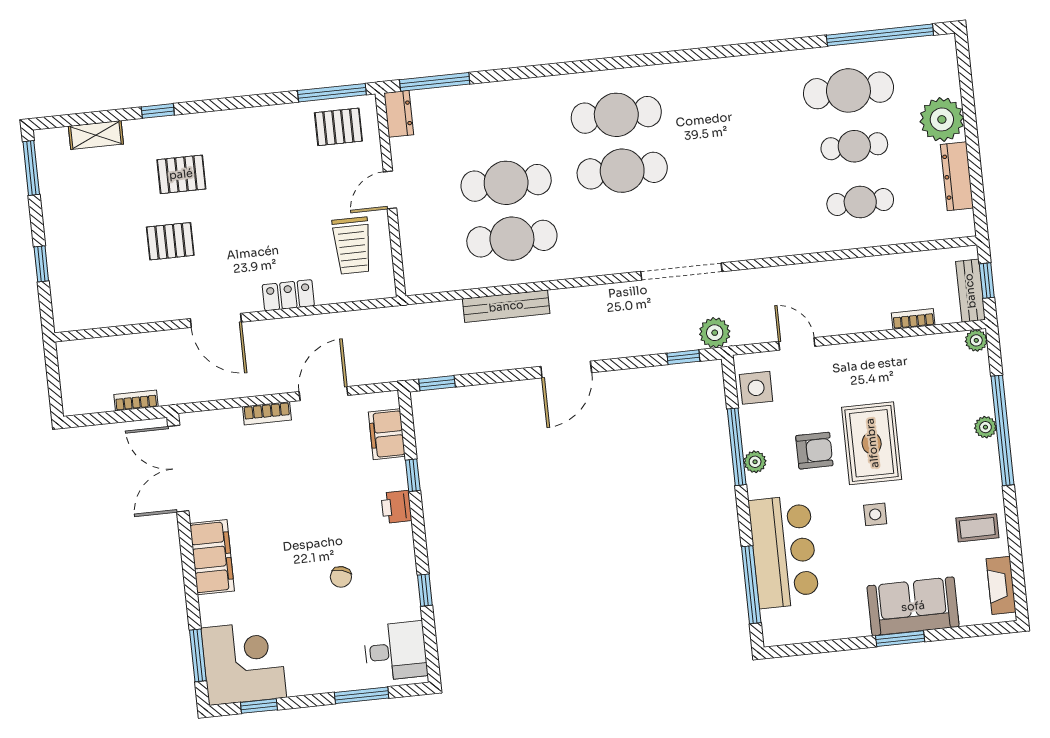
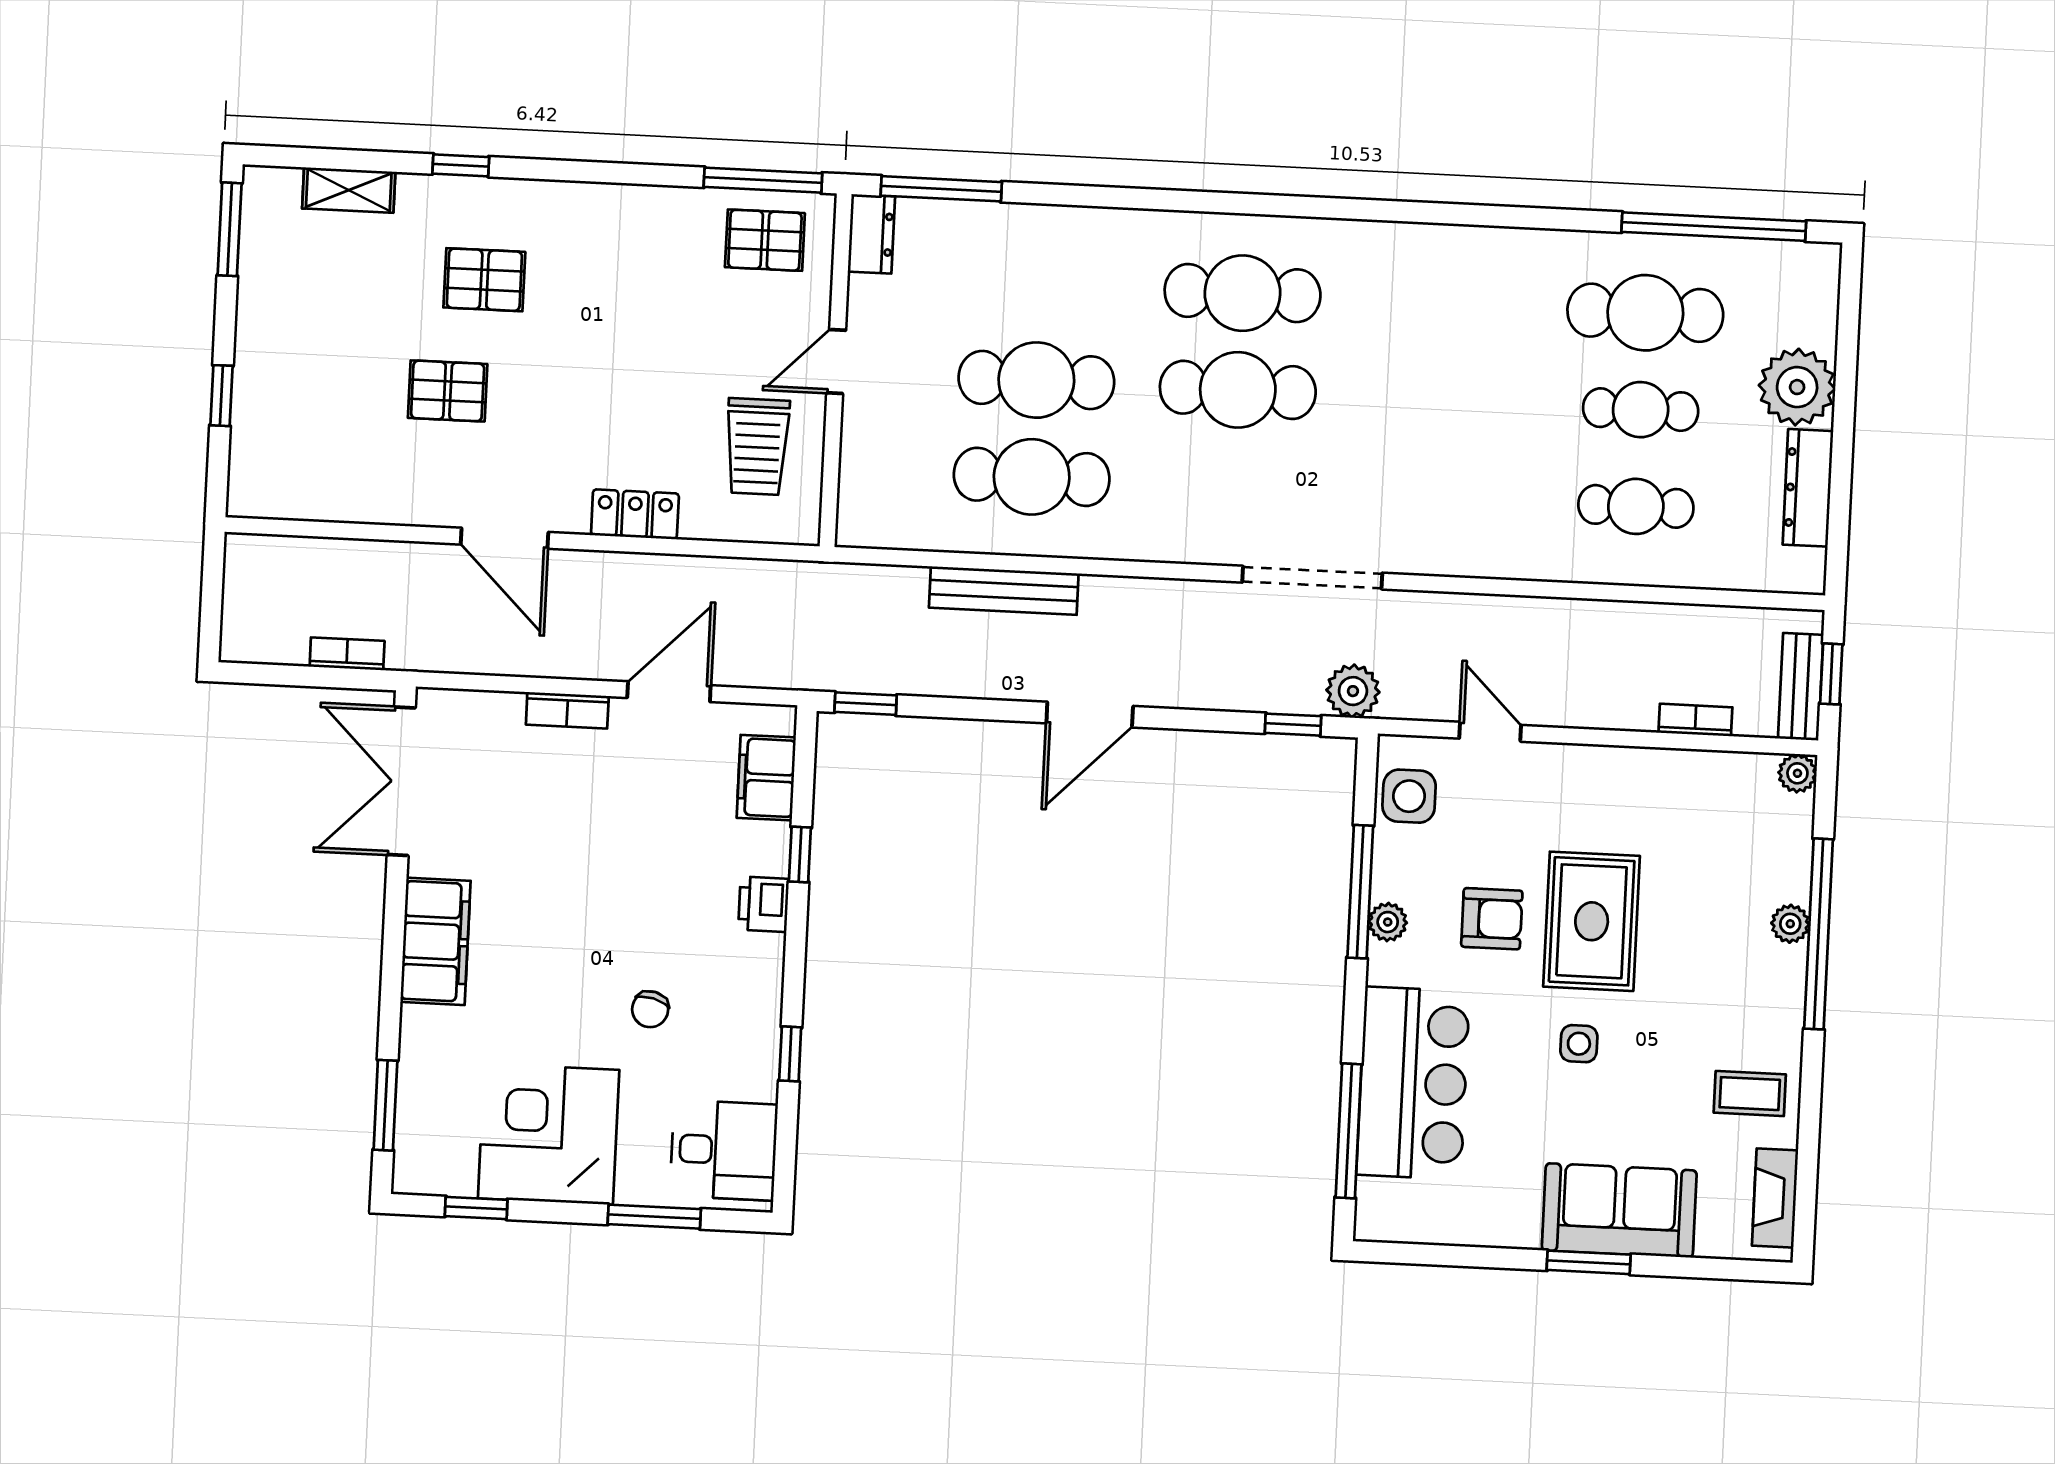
corner desk: (244, 663) -> (549, 1134), moved, turned -90

